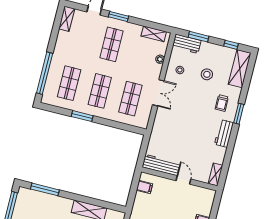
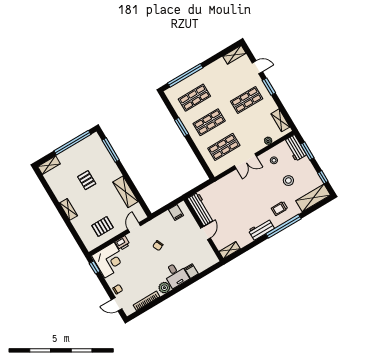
window: (239, 114) -> (284, 226), width x2.11

